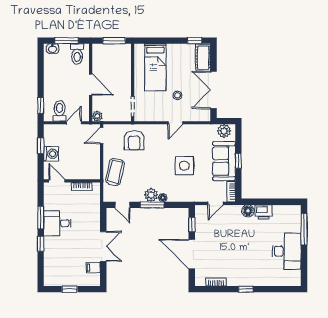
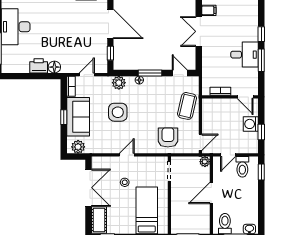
door: (91, 85) -> (211, 193), hinge flipped
plant: (151, 195) -> (119, 83), moved

